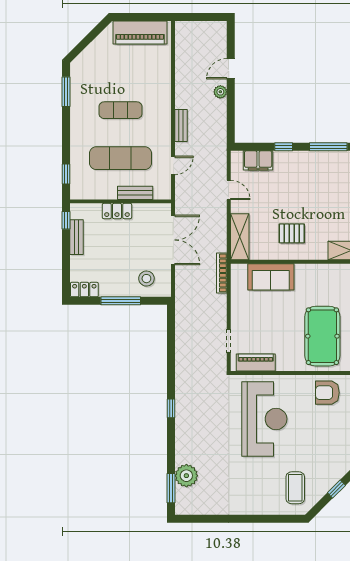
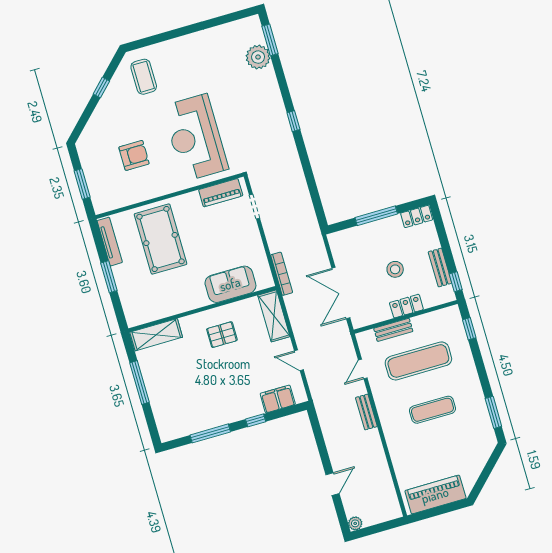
plant: (220, 92) -> (355, 523), moved
stool: (146, 279) -> (395, 269), moved
armchair: (327, 393) -> (134, 155), moved

